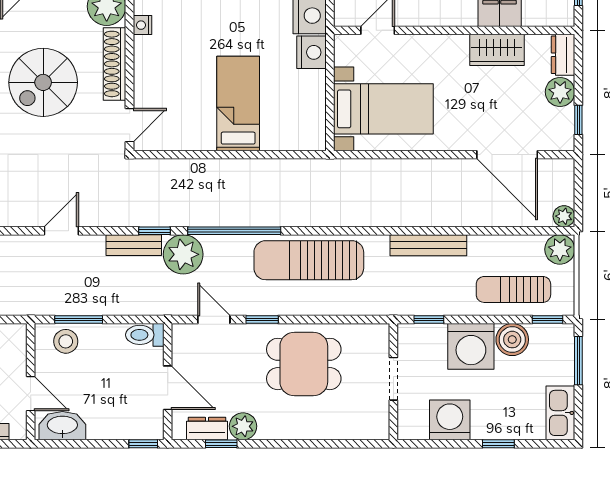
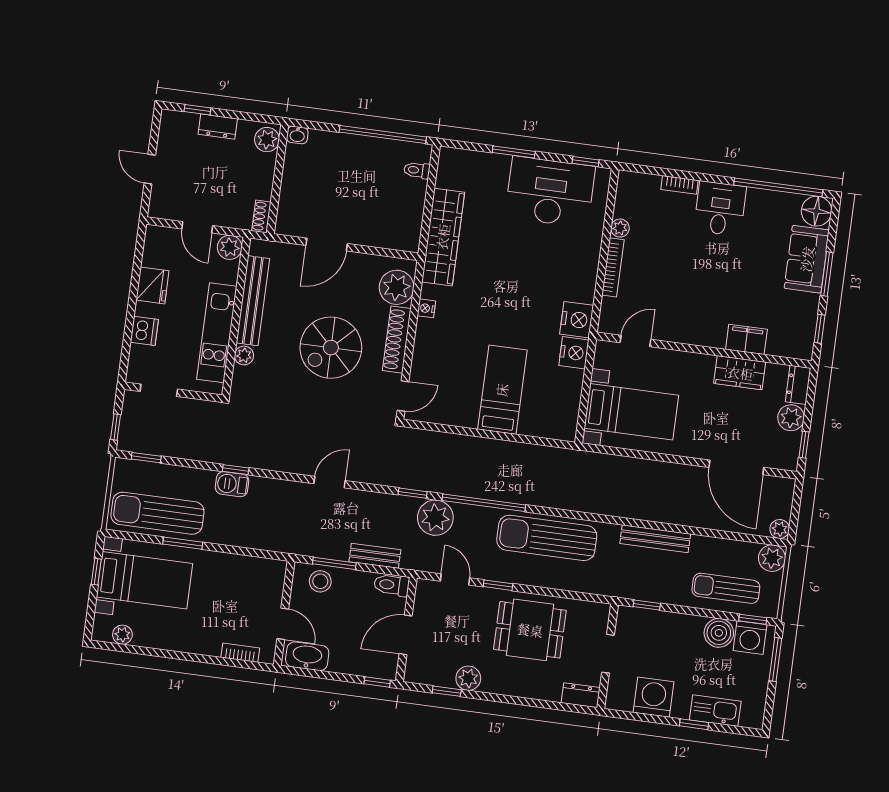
bench: (134, 245) -> (375, 556), moved
washing machine: (471, 346) -> (750, 638), moved, width x0.73, depth x0.73
door: (168, 388) -> (406, 635), swing flipped
kitchen sink: (560, 413) -> (715, 711), moved, turned 90
dresser: (207, 429) -> (581, 695), moved

